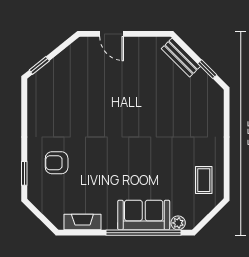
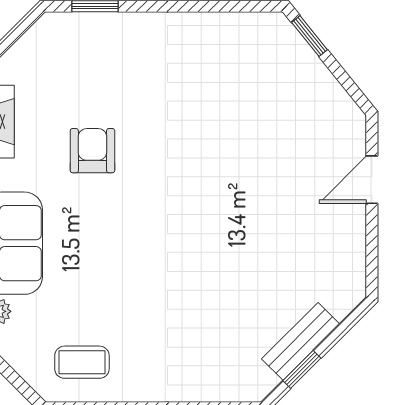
bench: (181, 57) -> (301, 341), moved
armchair: (57, 163) -> (92, 151), moved

